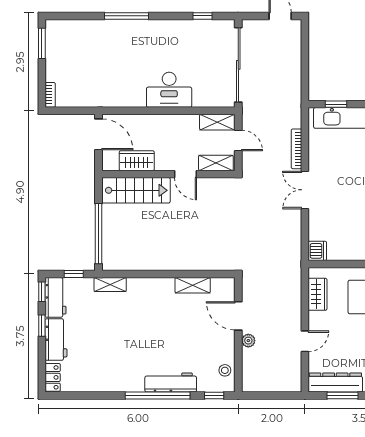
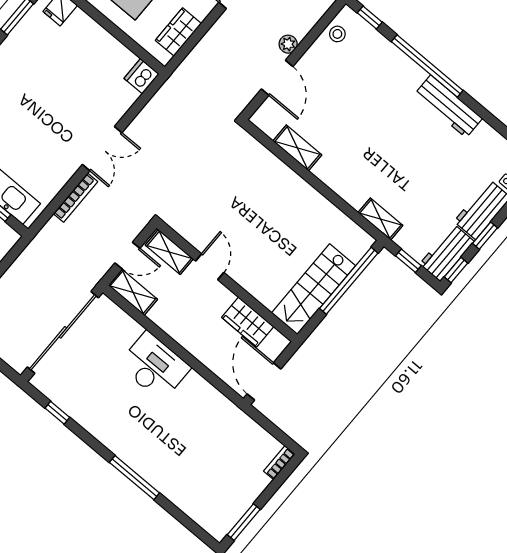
door: (238, 141) -> (127, 256), swing flipped
stairs: (136, 190) -> (314, 289), moved, turned -90
workbench: (171, 383) -> (448, 106), moved

